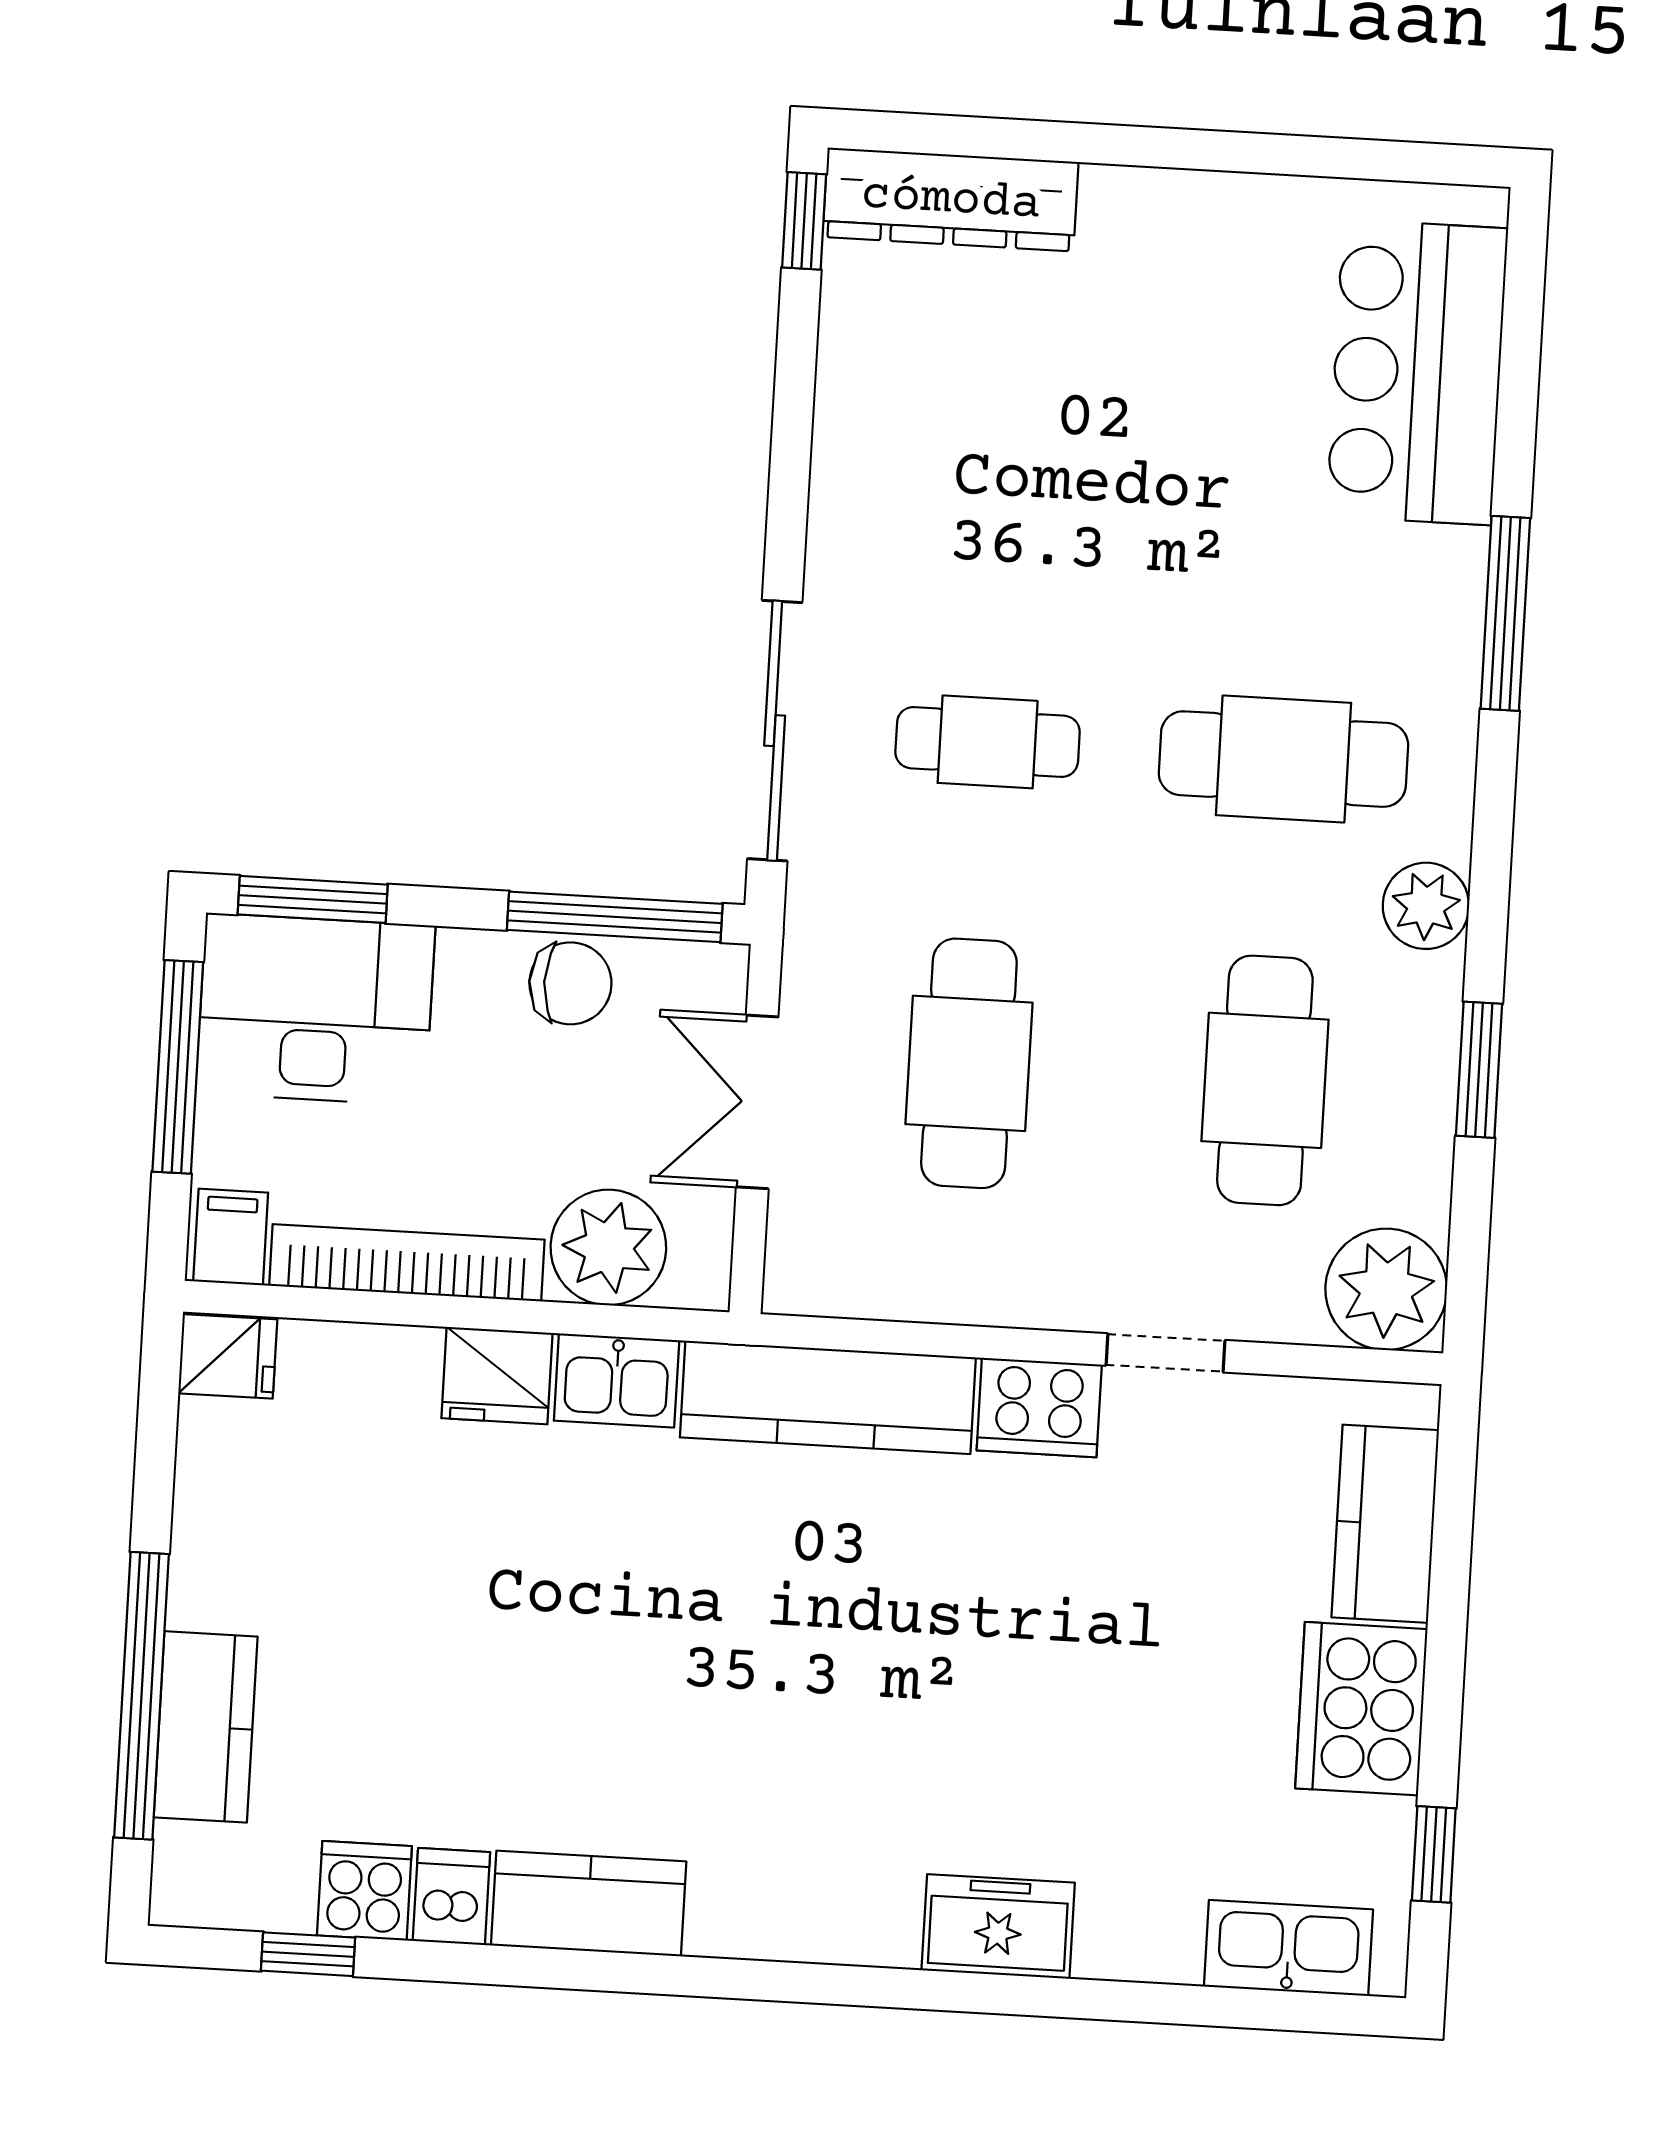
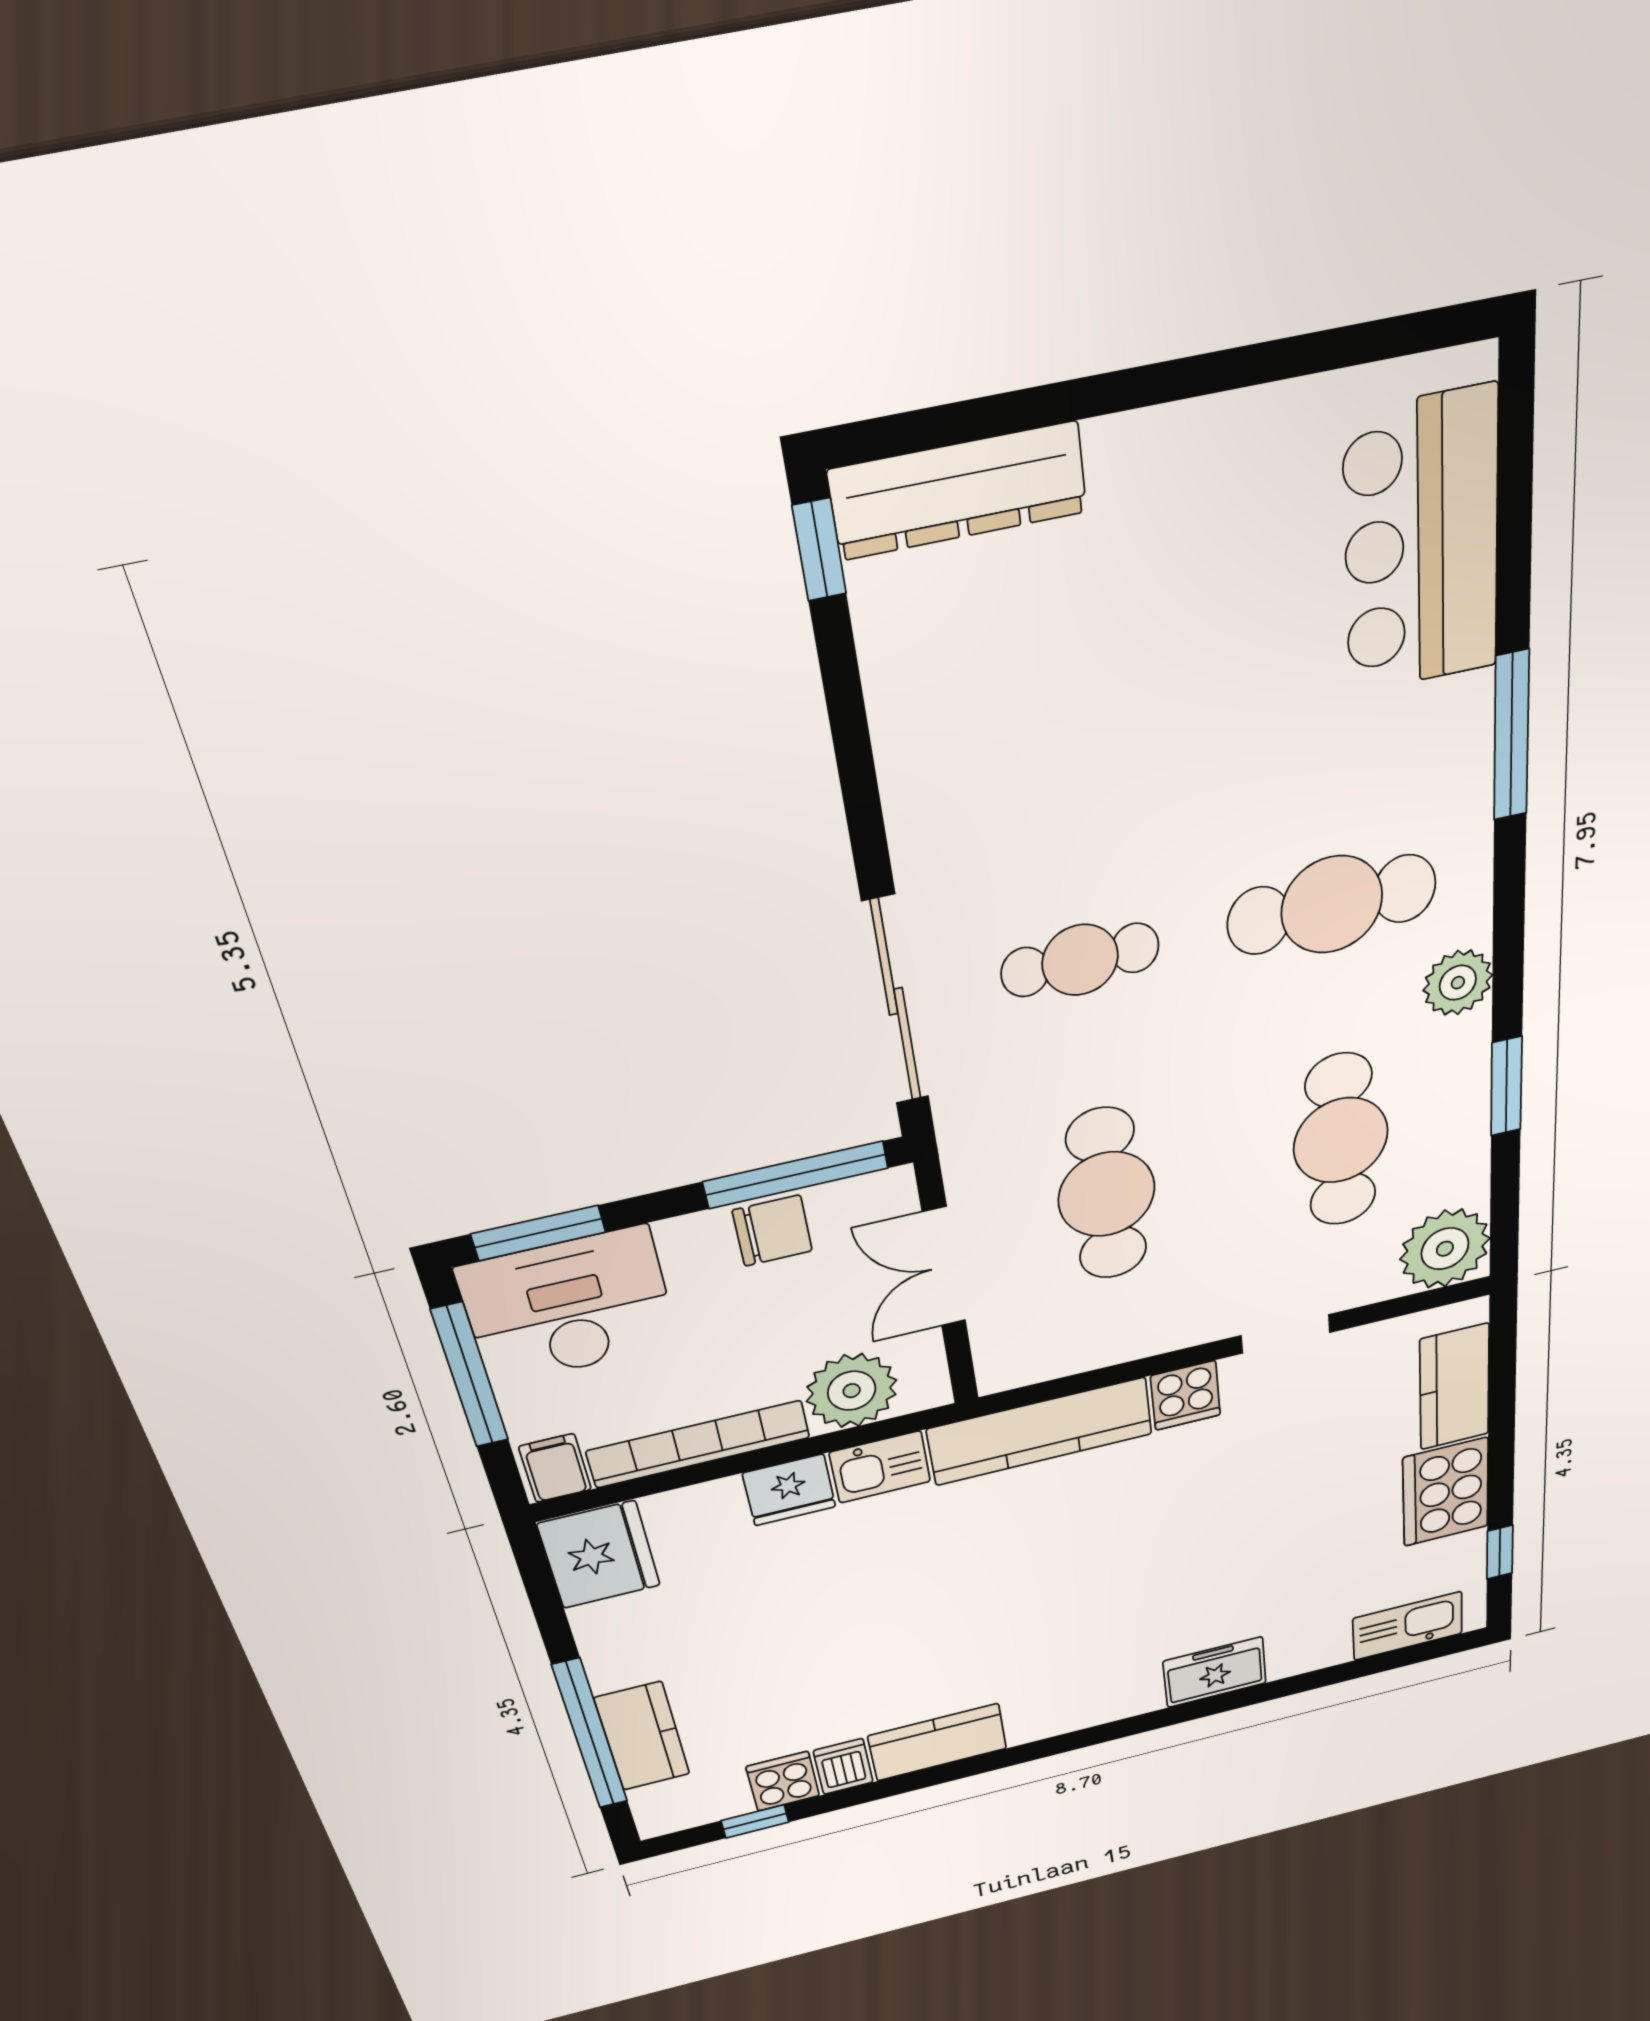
fridge: (228, 1356) -> (599, 1555), width x1.88, depth x1.34
cooker: (1039, 1408) -> (1186, 1395), width x0.73

